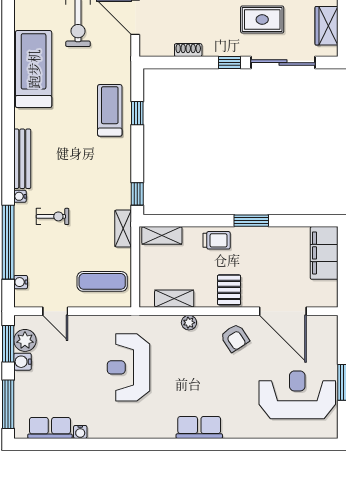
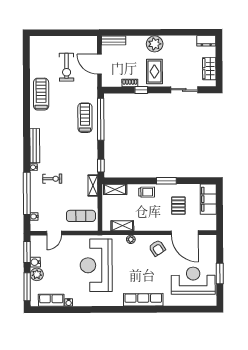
rug: (262, 20) -> (154, 72), moved, turned 90
window: (230, 63) -> (141, 90), moved
sliding door: (283, 63) -> (184, 90), width x0.73
treadmill: (34, 69) -> (41, 94), width x0.73, depth x0.73
window: (137, 113) -> (101, 119), width x3.17
pallet: (229, 290) -> (178, 206), moved
door: (55, 311) -> (54, 233), hinge flipped
plant: (25, 340) -> (37, 274), moved
reception desk: (129, 367) -> (96, 265), width x1.36, depth x1.30
row of seats: (199, 427) -> (143, 300), width x1.48

